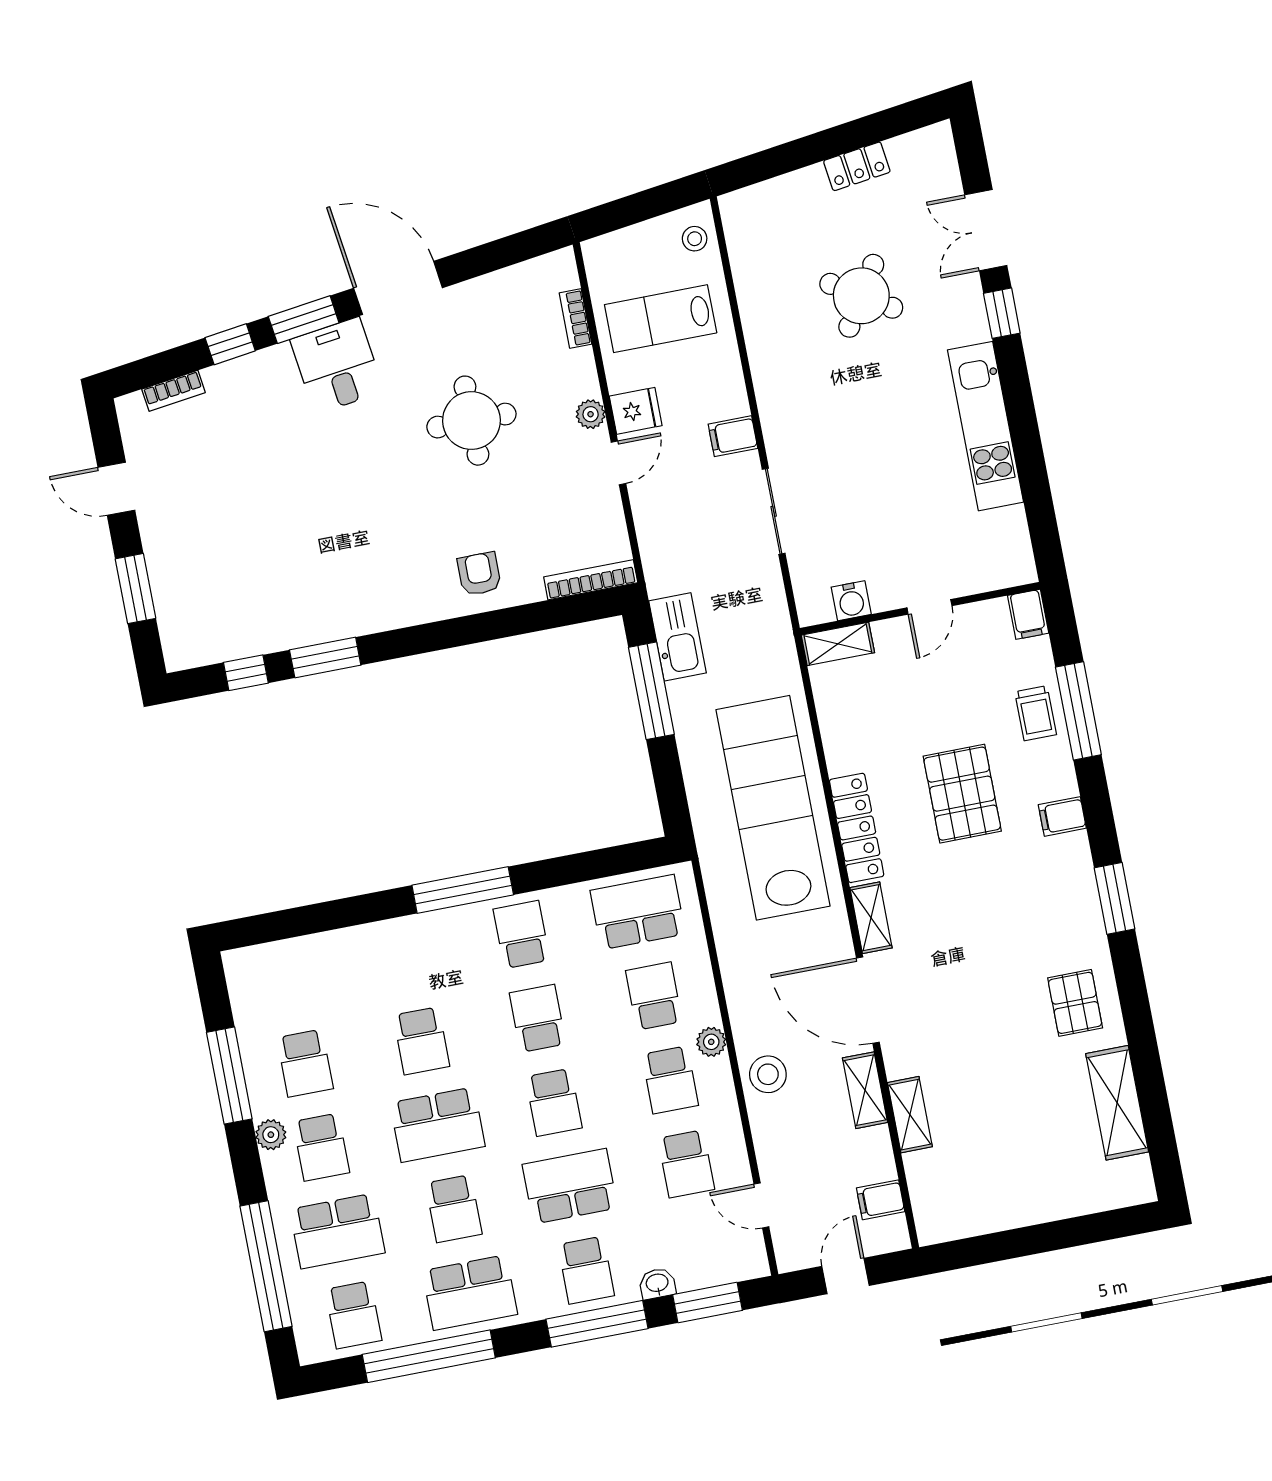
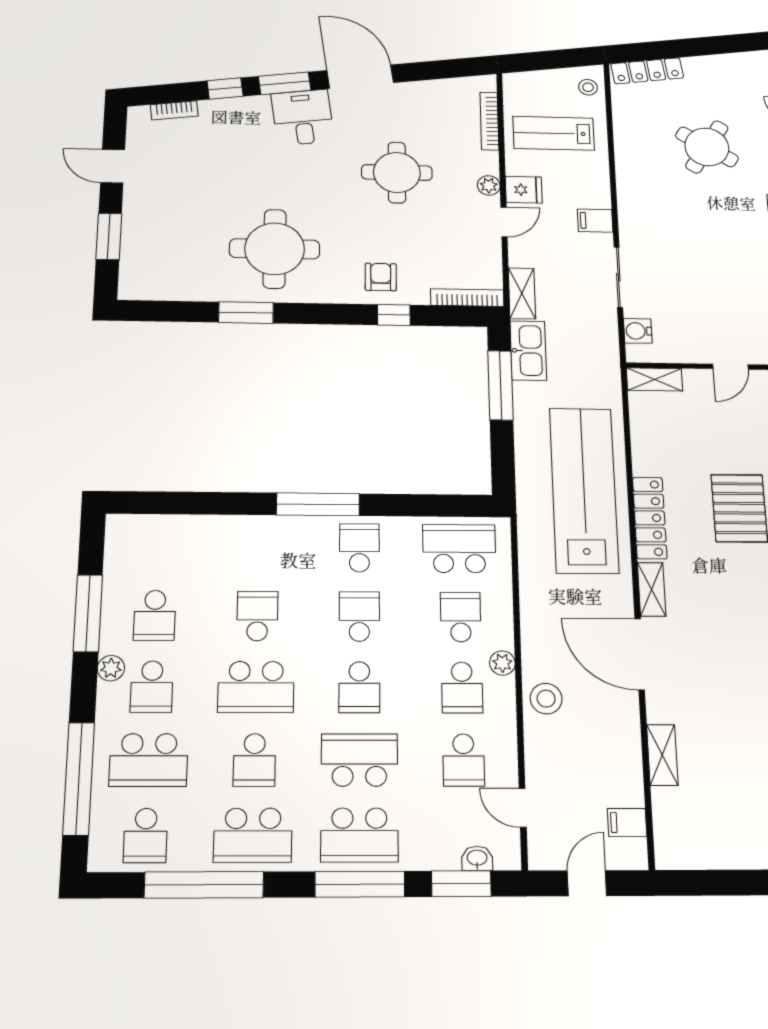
locker: (857, 166) -> (647, 71), moved, width x1.53
bookcase: (575, 318) -> (489, 121), width x1.56
round table: (341, 562) -> (275, 249), added
water cooler: (851, 601) -> (638, 331), moved, turned 90
window: (246, 673) -> (394, 315), moved
school desk: (421, 1041) -> (257, 616), turned 180
shelving: (865, 1090) -> (522, 293), moved
school desk: (586, 1270) -> (359, 835), width x1.85
washbasin: (657, 1284) -> (477, 858), moved

